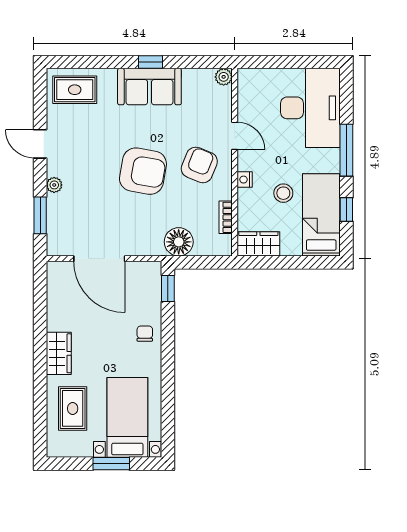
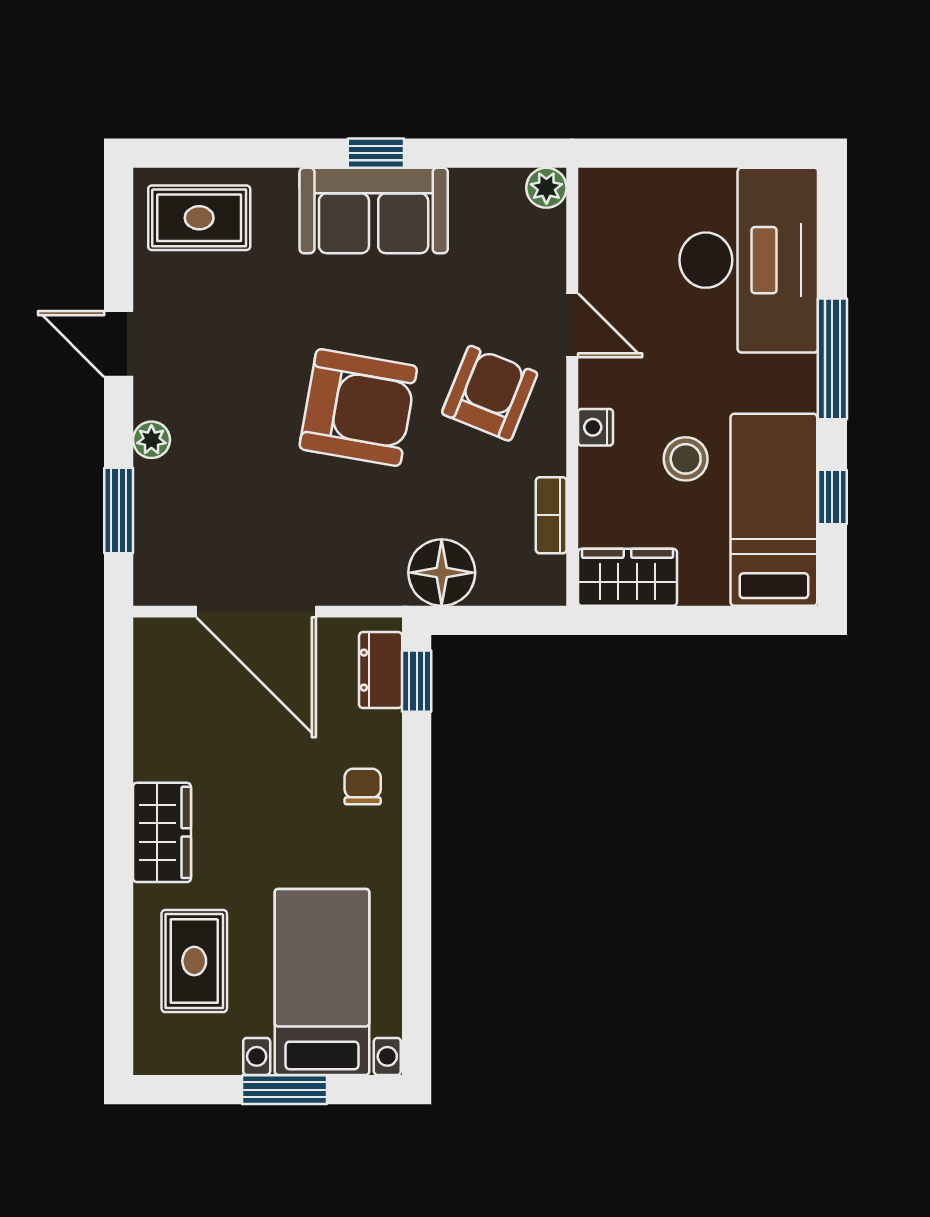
dresser: (153, 284) -> (381, 670), added

